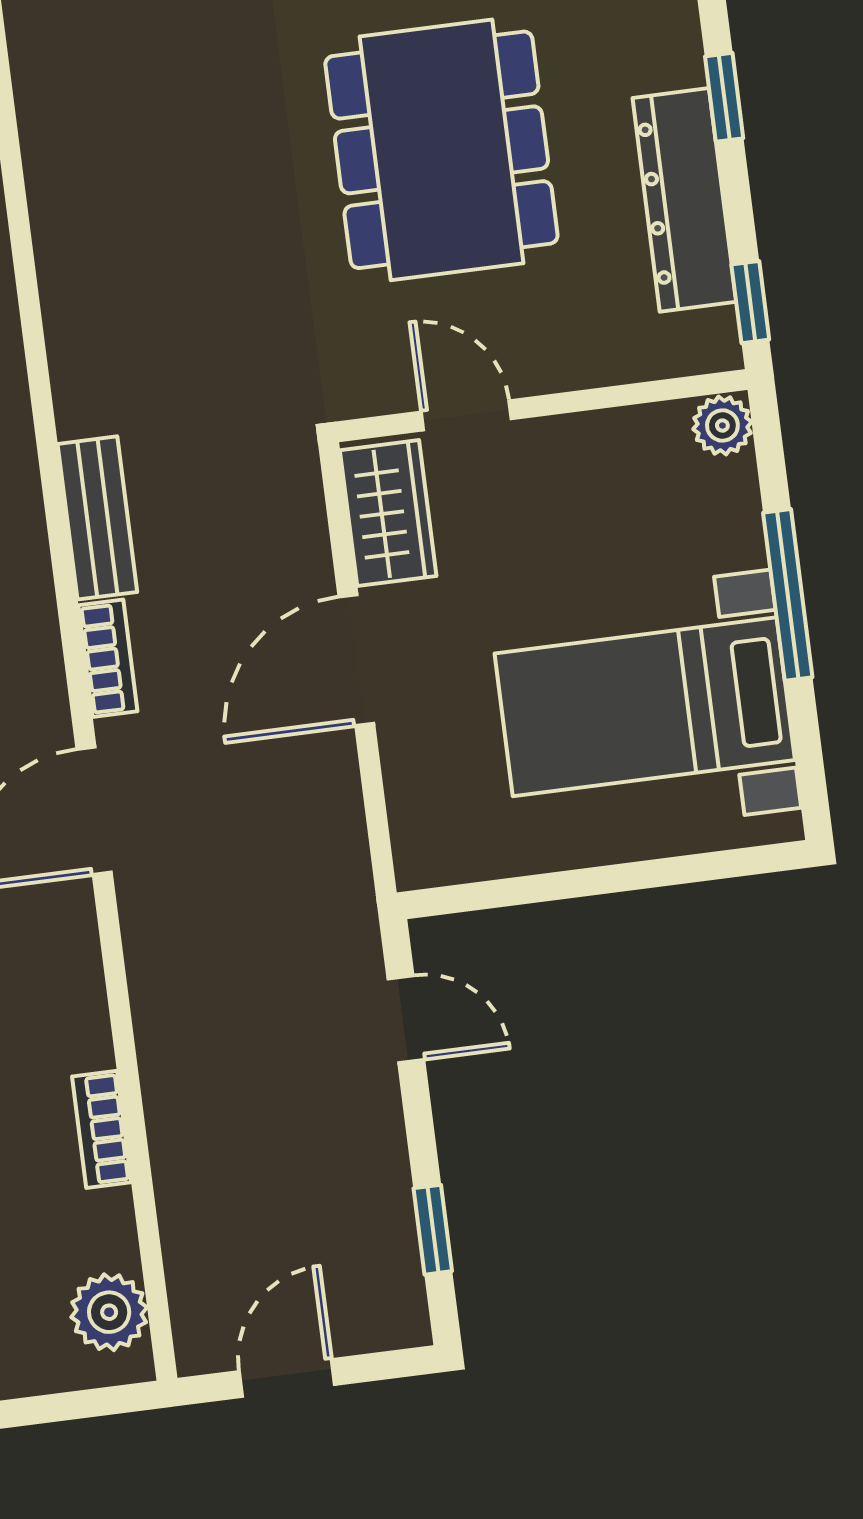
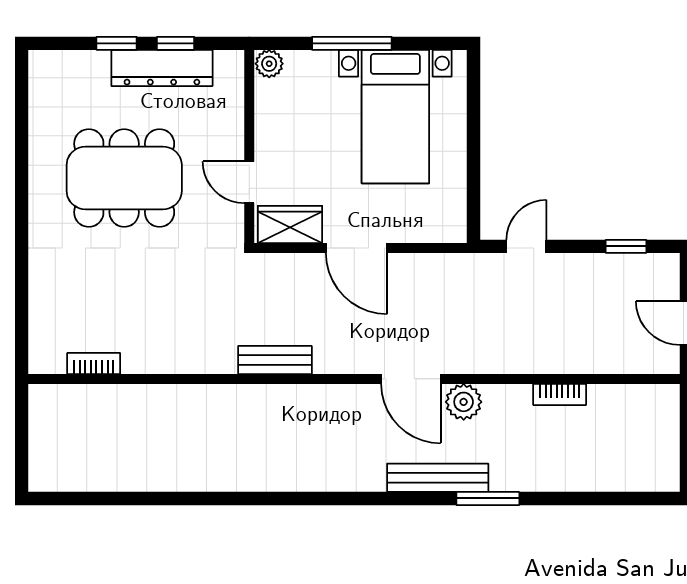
window: (750, 302) -> (176, 43), moved
door: (466, 415) -> (249, 182), hinge flipped
bookcase: (108, 658) -> (94, 363), moved
plant: (109, 1312) -> (464, 402), moved

